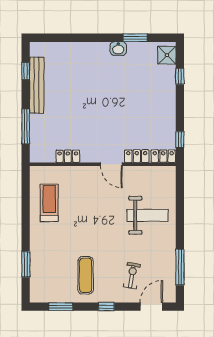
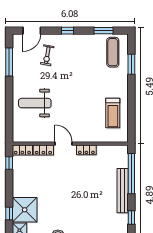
shower: (160, 81) -> (25, 210), added
bench: (37, 85) -> (123, 191), moved
window: (26, 126) -> (131, 174), width x1.46
locker: (68, 156) -> (86, 150), moved
exercise mat: (86, 275) -> (113, 52), moved

